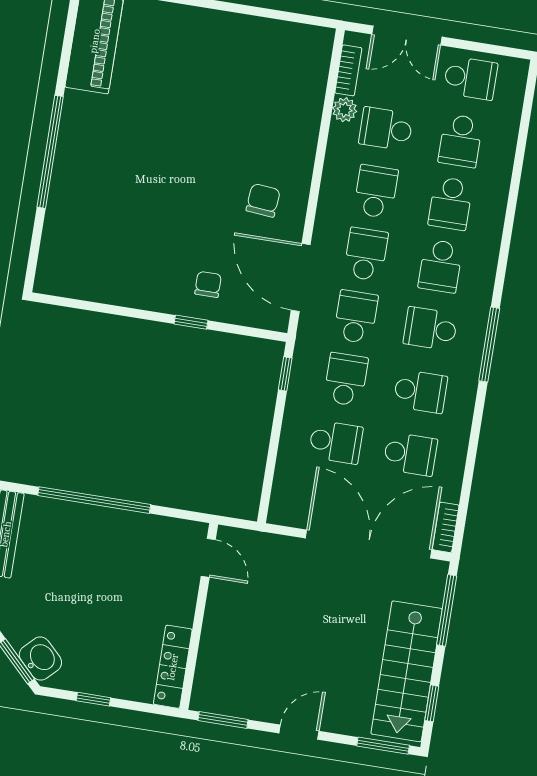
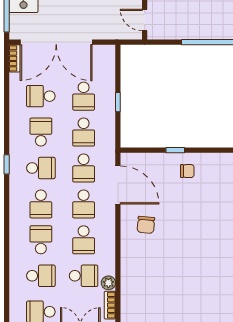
school desk: (460, 141) -> (41, 276), turned 90
school desk: (440, 266) -> (41, 204), turned 180
chair: (208, 284) -> (187, 171), moved, turned -90
window: (489, 345) -> (7, 164), width x0.46
window: (285, 374) -> (118, 102), moved
school desk: (420, 391) -> (41, 132), turned 90
school desk: (336, 442) -> (84, 96), turned -90

